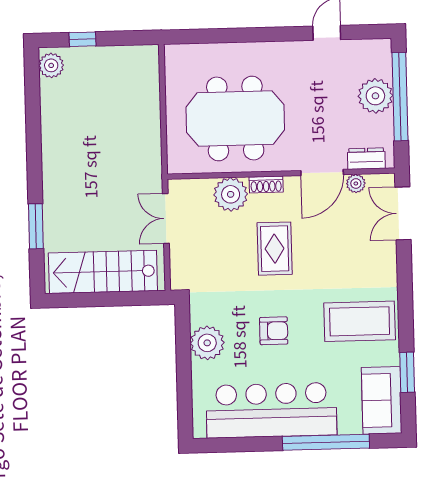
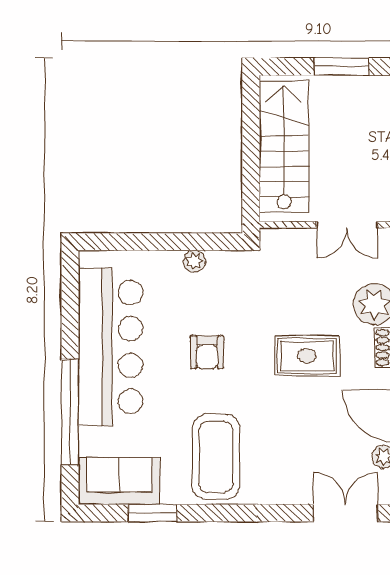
double door: (166, 218) -> (347, 225), swing flipped
plant: (207, 343) -> (194, 261), width x0.53, depth x0.53

